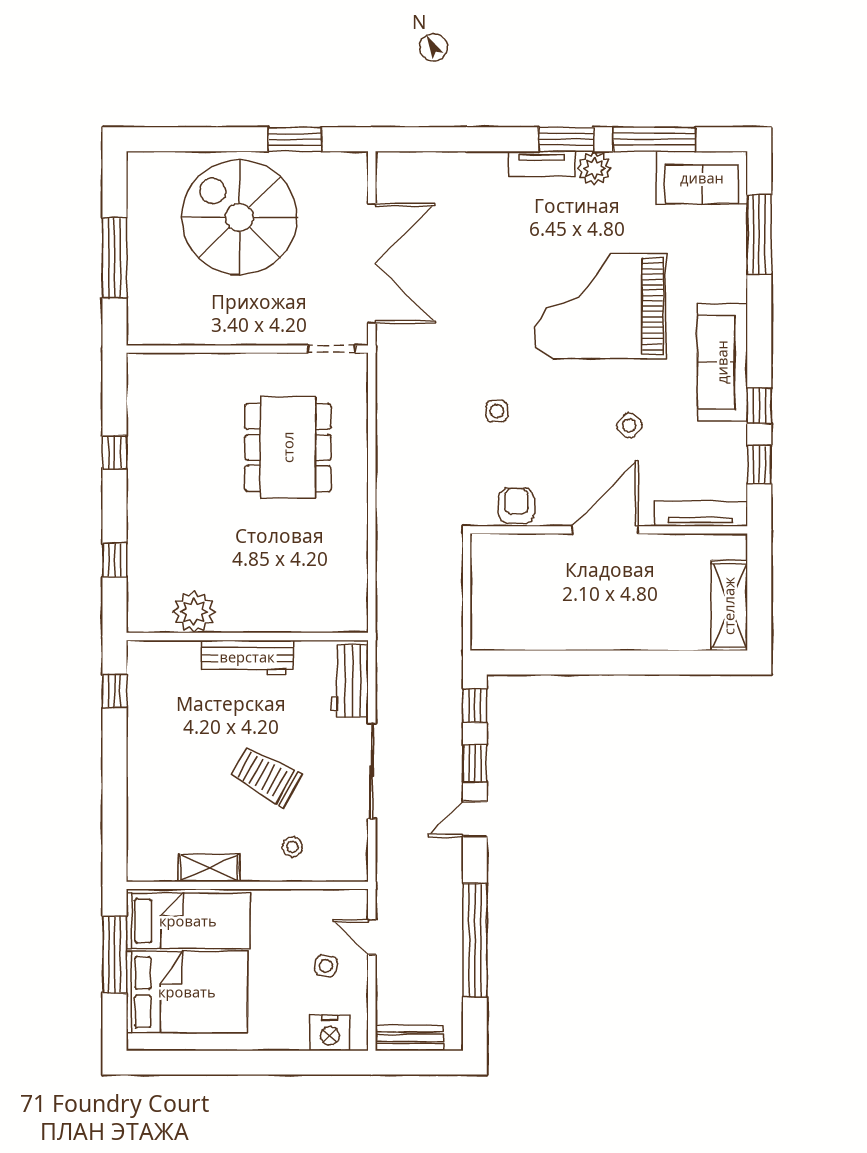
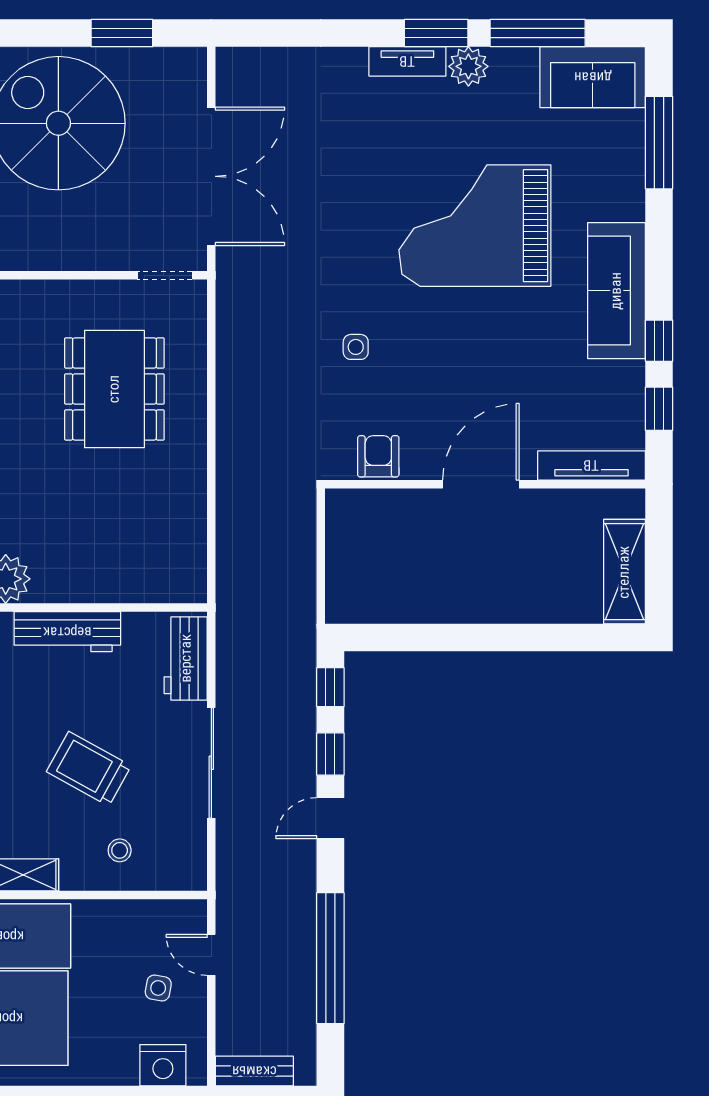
side table: (629, 425) -> (509, 363), removed

